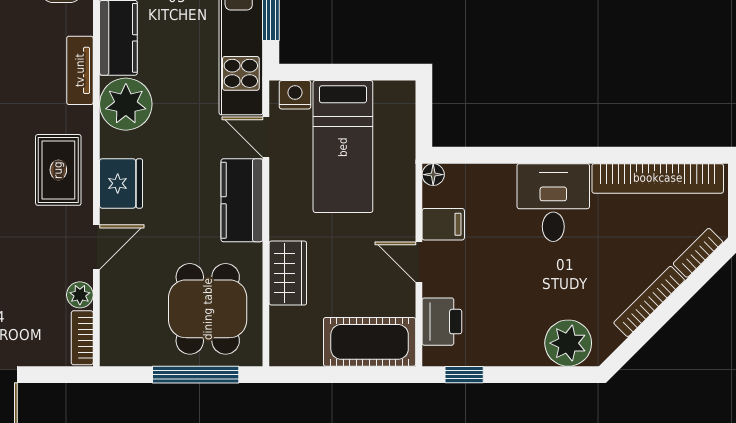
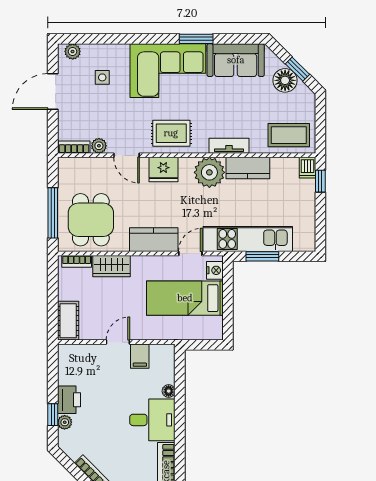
floor lamp: (433, 175) -> (169, 391), moved
dining table: (208, 309) -> (91, 220), turned 90
printer: (442, 322) -> (69, 400), moved, turned -90
bookcase: (279, 333) -> (77, 261), added
cot: (370, 342) -> (68, 321), width x0.73, depth x0.75
plant: (568, 343) -> (65, 422), width x0.53, depth x0.53
window: (464, 375) -> (53, 415), moved

